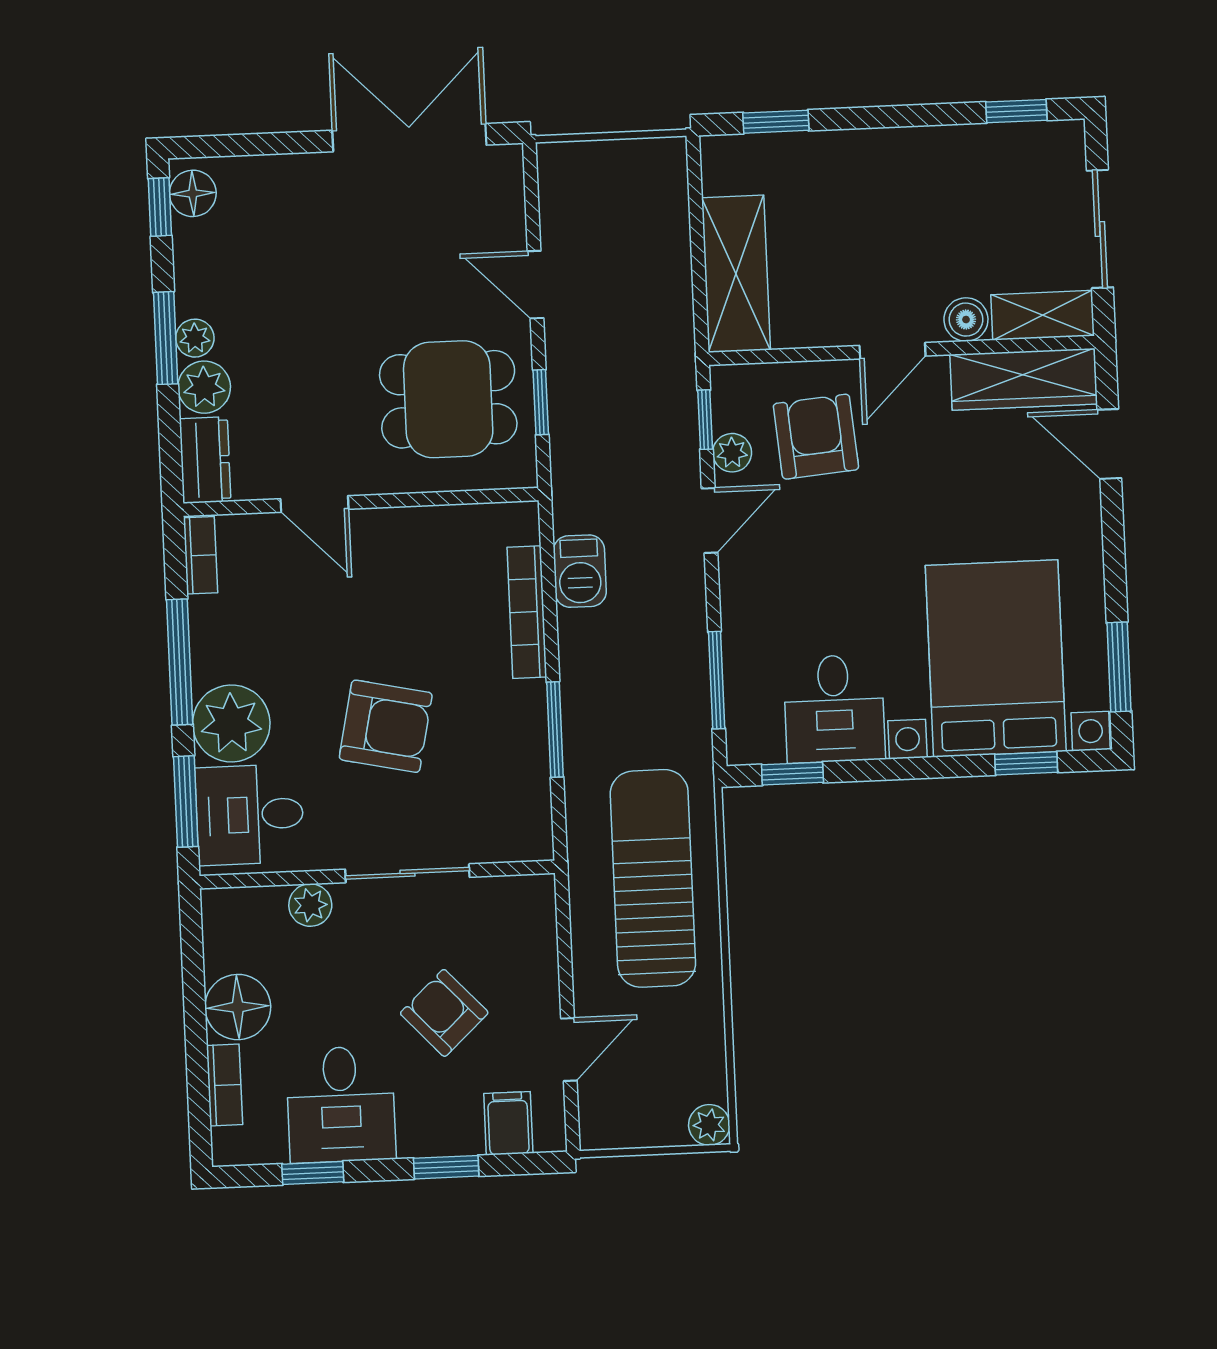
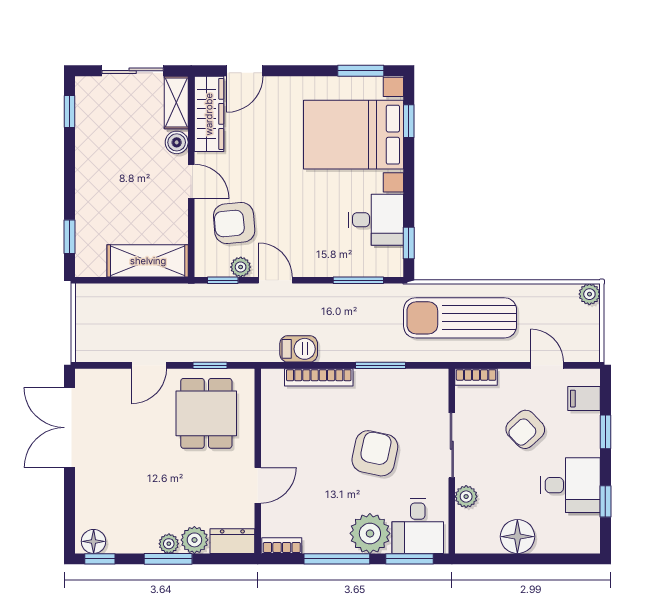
bookcase: (225, 1085) -> (476, 377), moved, turned 180

